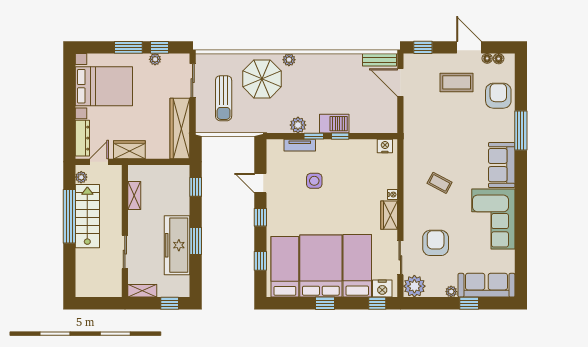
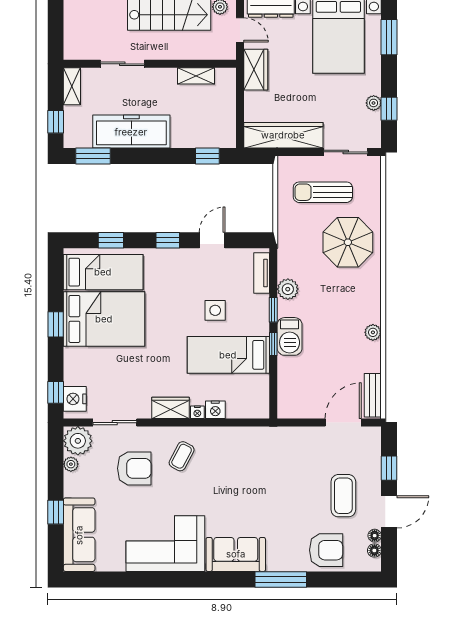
window: (128, 47) -> (389, 37), moved
window: (423, 47) -> (389, 468), moved
plant: (289, 60) -> (373, 332), moved
tv unit: (300, 145) -> (262, 273), moved
nightstand: (385, 146) -> (215, 410), moved, turned 90
coffee table: (440, 183) -> (182, 456), moved
window: (196, 241) -> (93, 156), moved
bed: (357, 266) -> (228, 355), moved, turned 180
plant: (451, 292) -> (71, 464), moved

